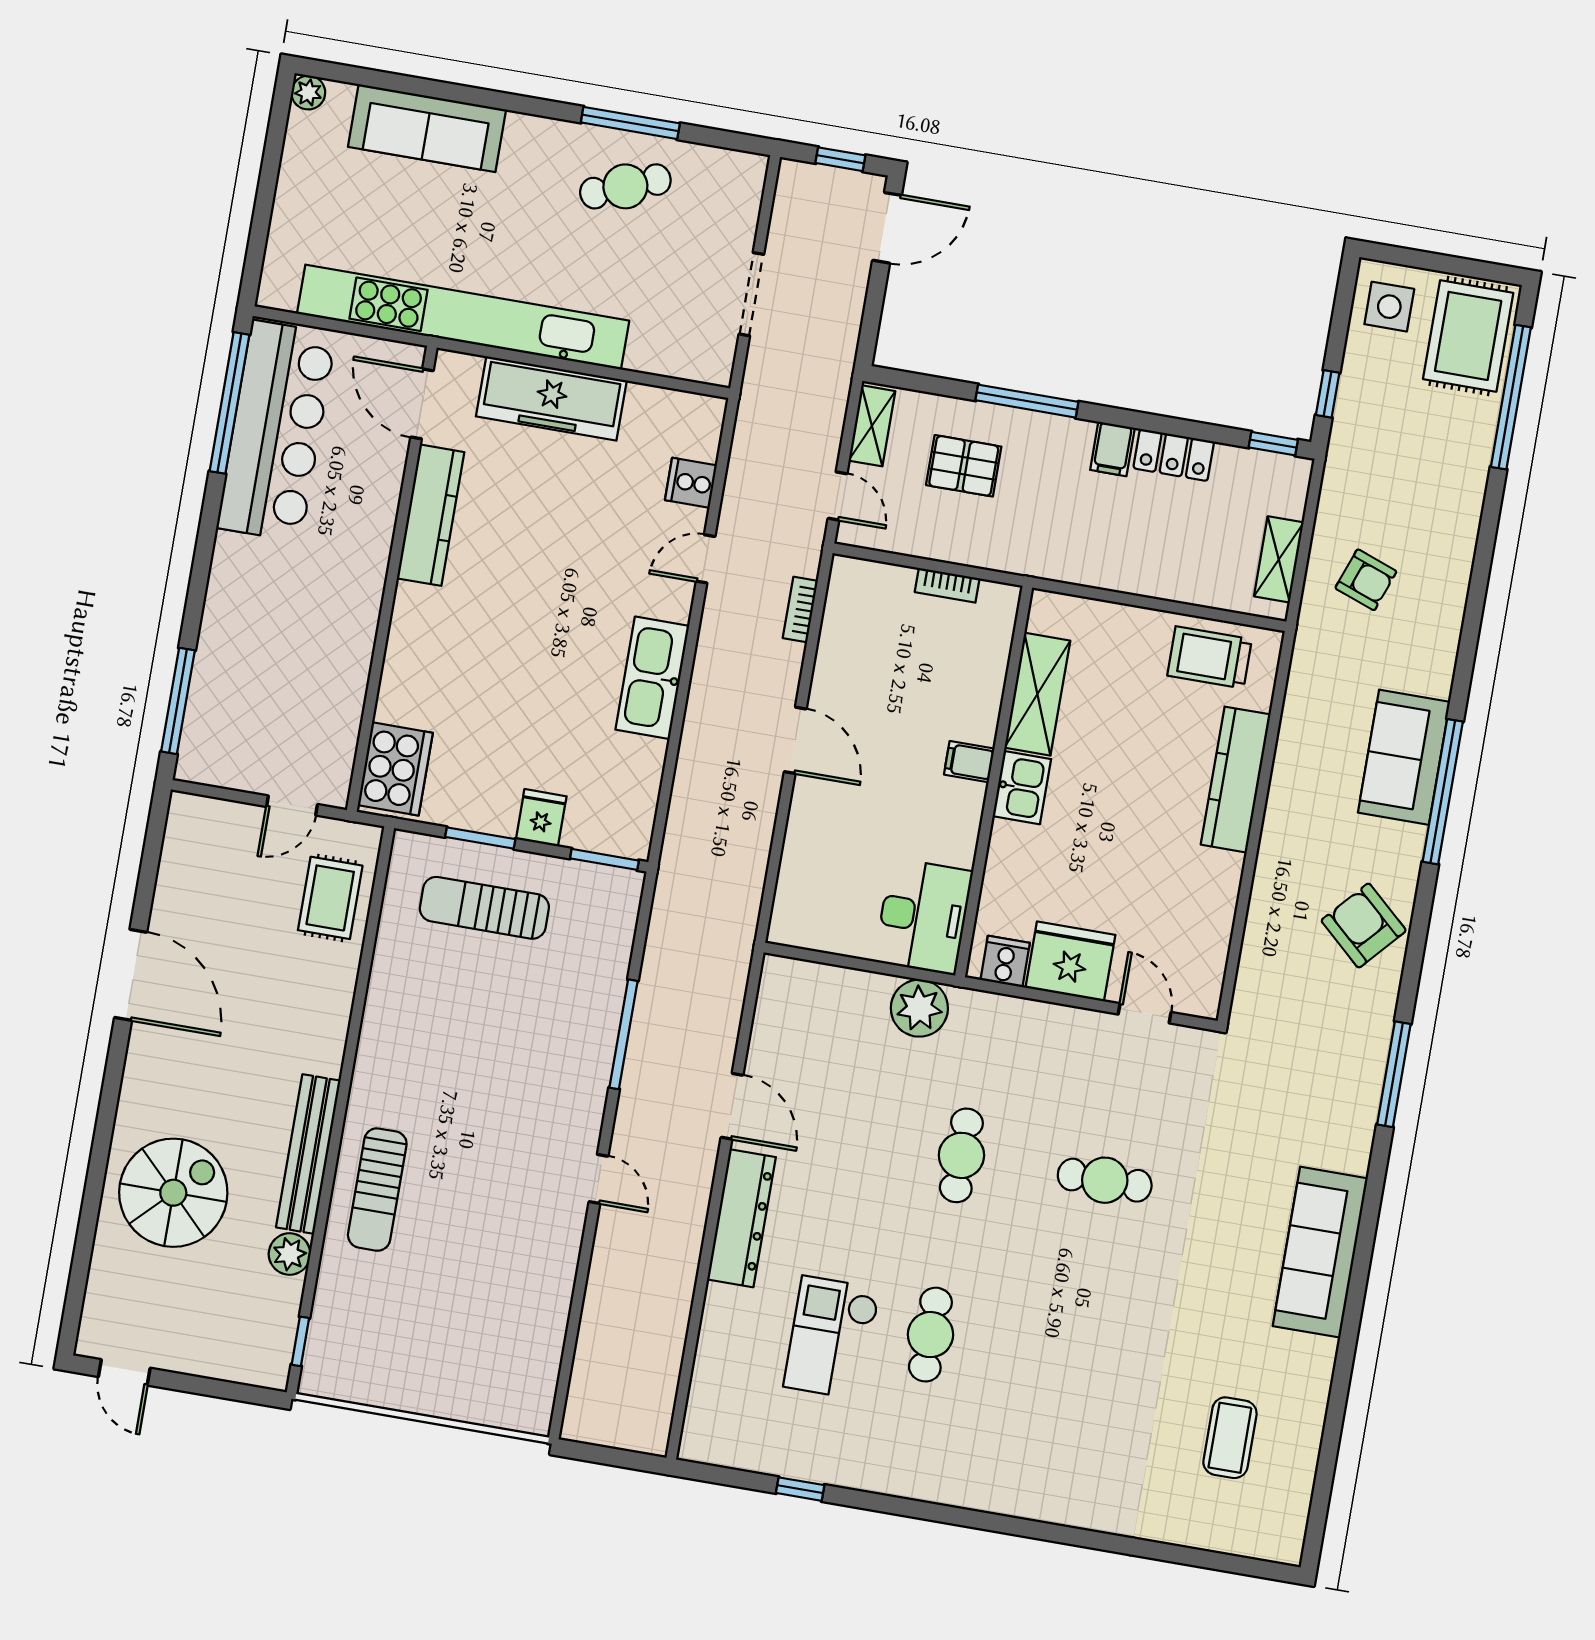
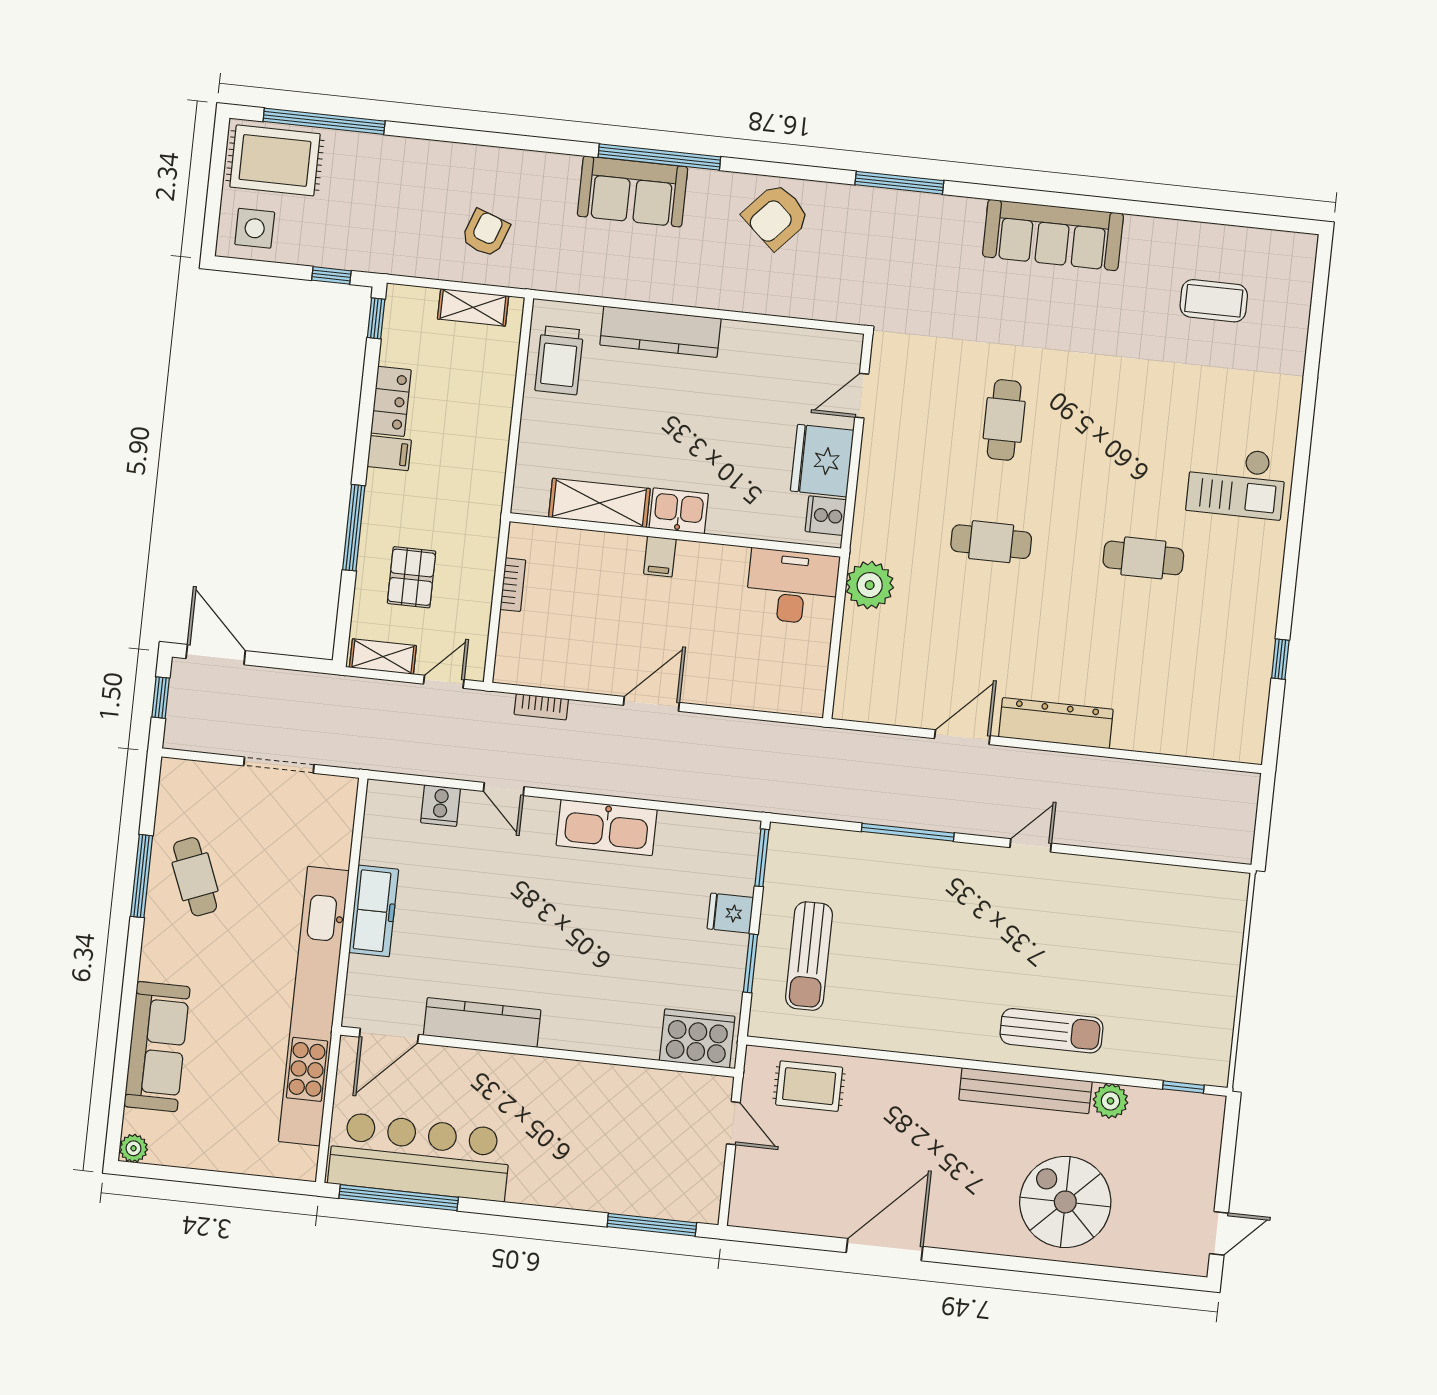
freezer: (551, 398) -> (374, 911), width x0.73, depth x0.79
checkout: (832, 1338) -> (1236, 482), moved

